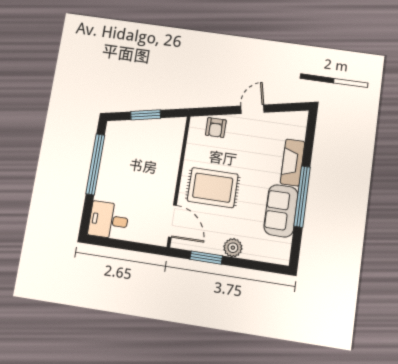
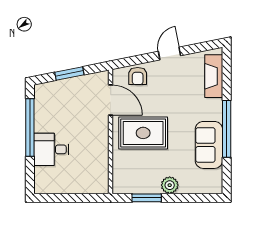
fireplace: (293, 163) -> (214, 76), moved
desk: (109, 220) -> (51, 149), moved
door: (172, 221) -> (111, 100), moved

